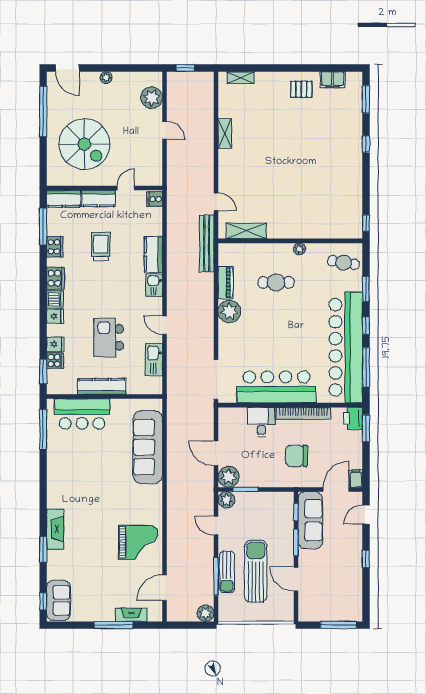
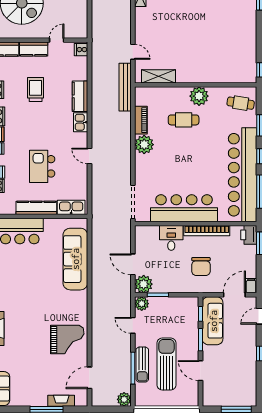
plant: (299, 249) -> (199, 96), width x1.88, depth x1.88
kitchen sink: (154, 360) -> (71, 207), moved, turned 90
chair: (297, 456) -> (201, 266), turned -90

